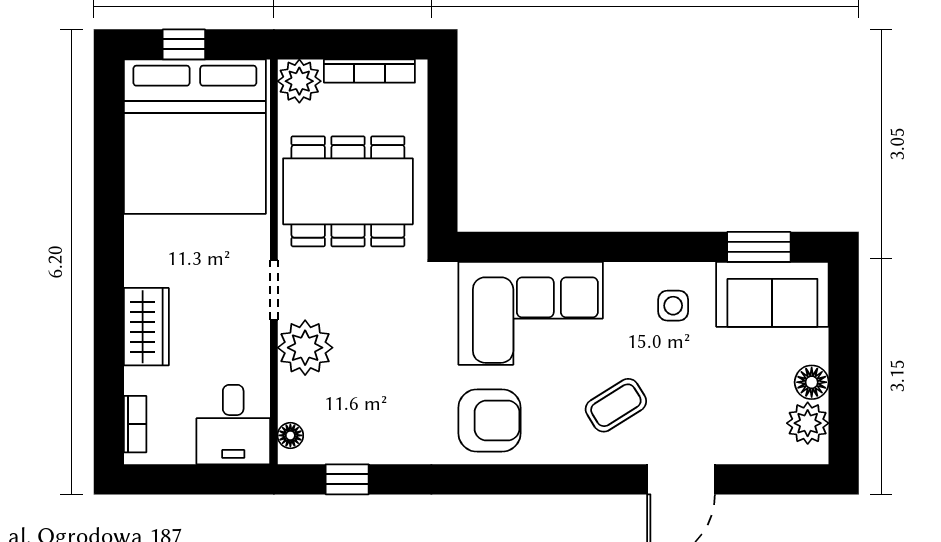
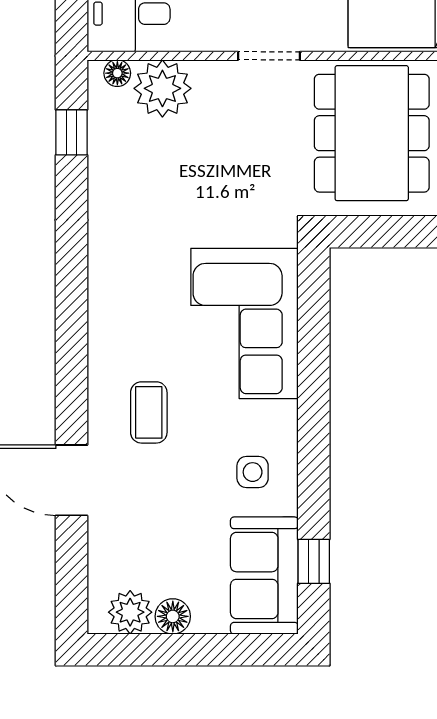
window: (759, 247) -> (314, 561), width x0.67
plant: (305, 348) -> (162, 88), moved
coffee table: (616, 405) -> (149, 412), turned 32
armchair: (489, 420) -> (133, 281), removed

